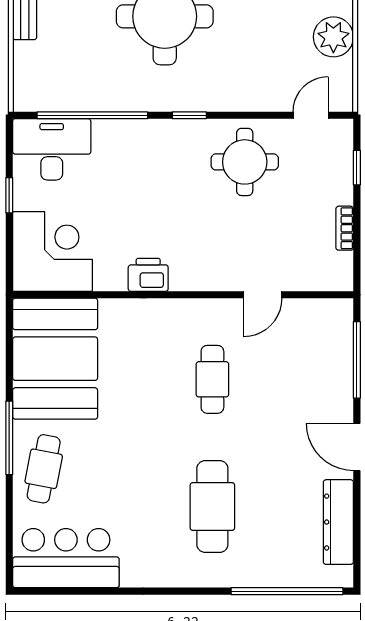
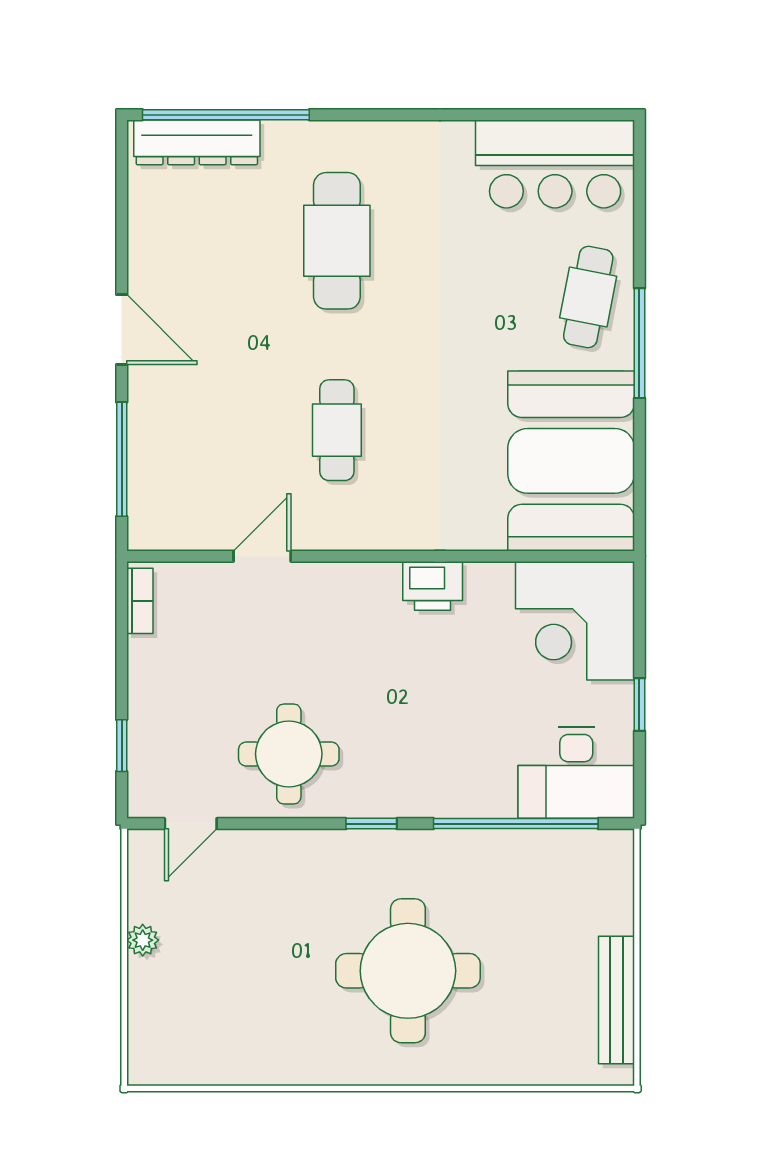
plant: (333, 37) -> (143, 940), width x0.53, depth x0.53
bookcase: (345, 228) -> (140, 601), moved
dresser: (338, 522) -> (197, 142), moved, turned 90

